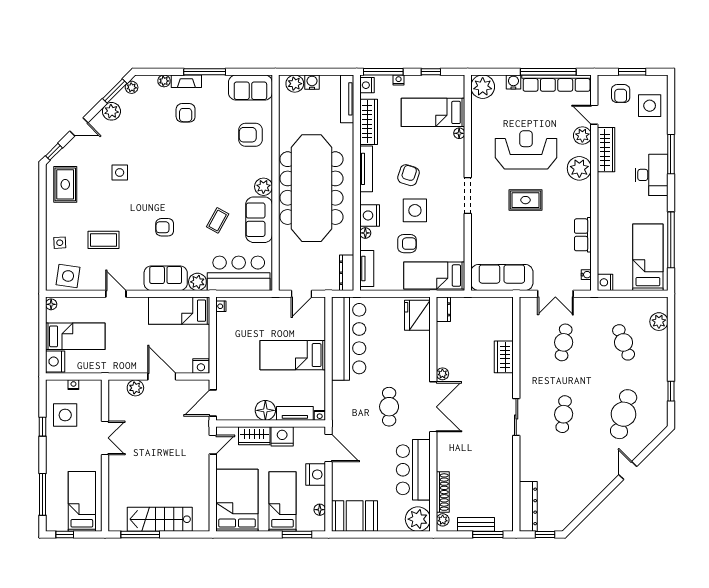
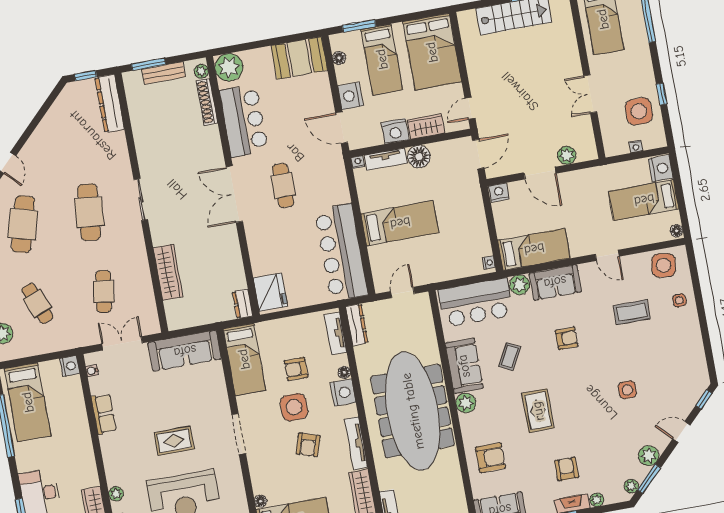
plant: (579, 168) -> (116, 494), width x0.53, depth x0.53
rug: (65, 184) -> (538, 411), moved
bed: (434, 276) -> (244, 359), moved, turned 90
wardrobe: (504, 357) -> (168, 272), width x1.50
plant: (442, 374) -> (231, 232), removed
cafe table: (564, 414) -> (89, 212), width x1.37, depth x1.35

